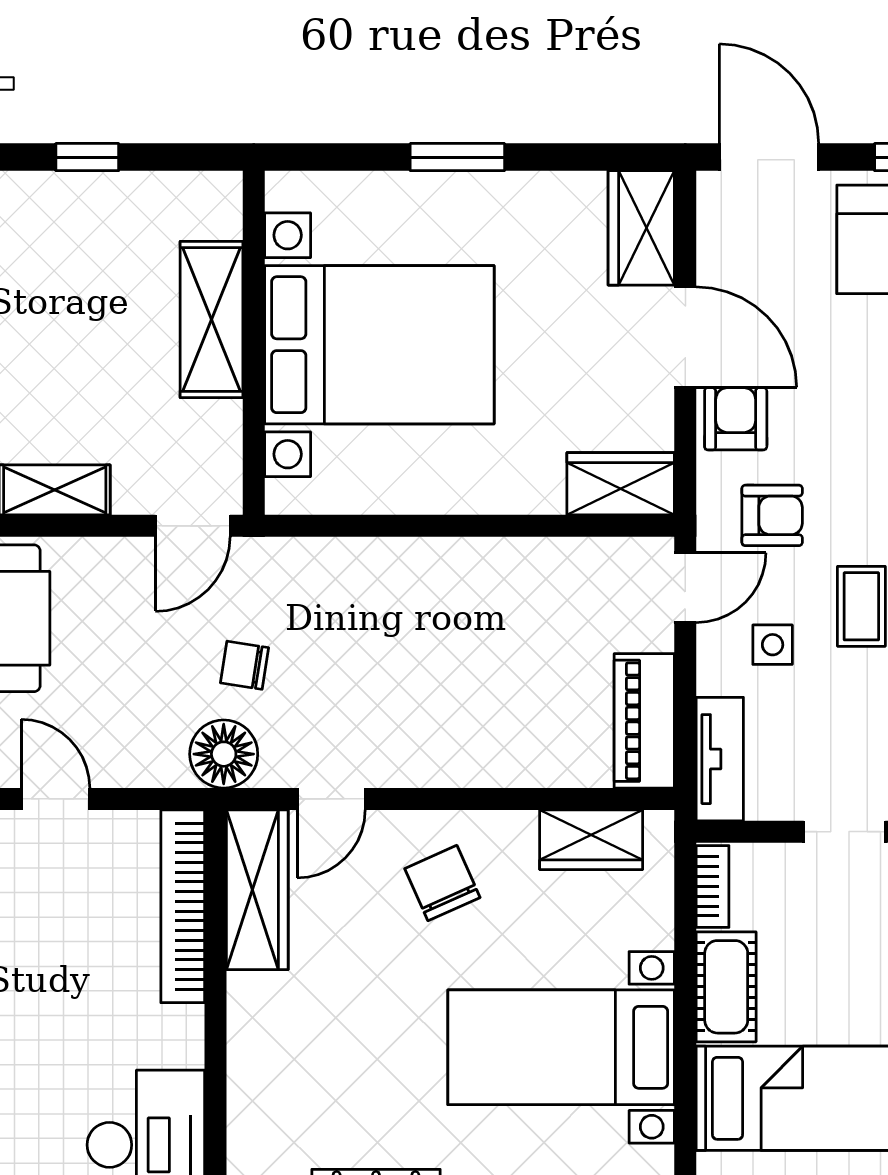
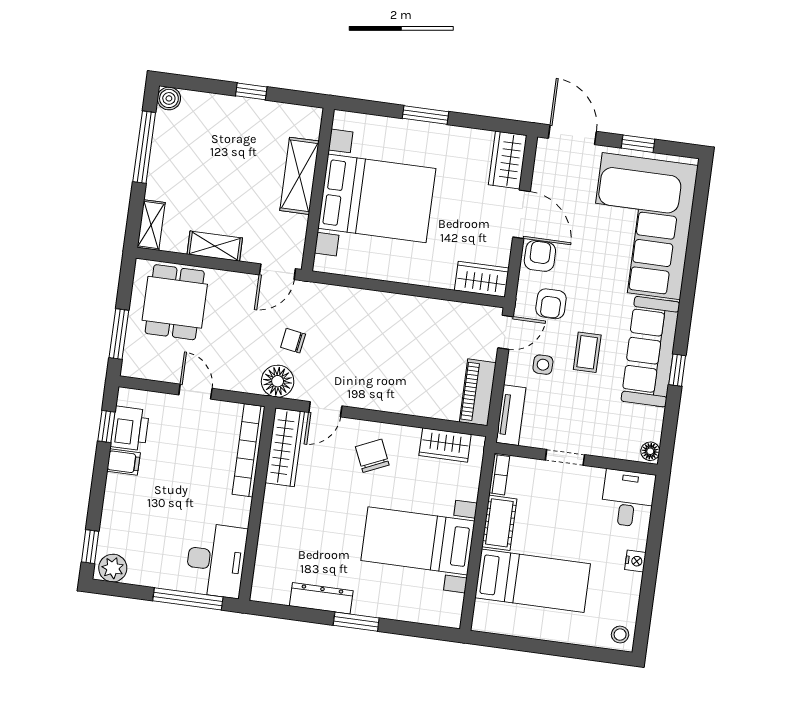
armchair: (772, 515) -> (551, 304), turned 90

